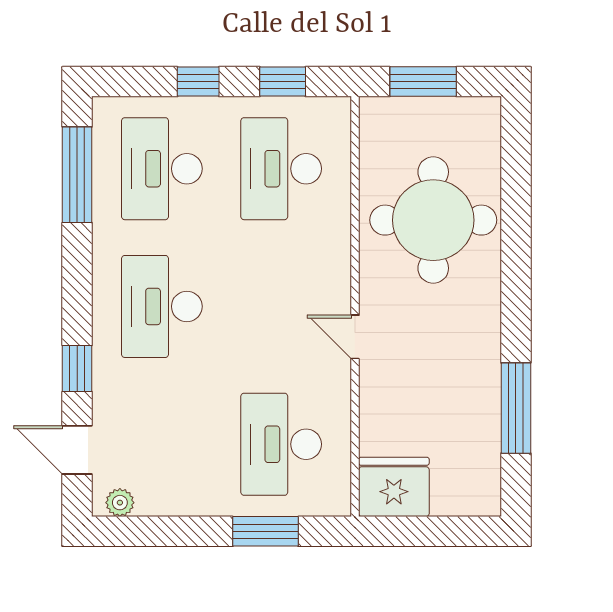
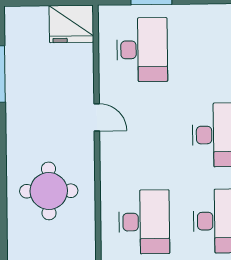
round table: (433, 220) -> (49, 191), width x0.73, depth x0.73

